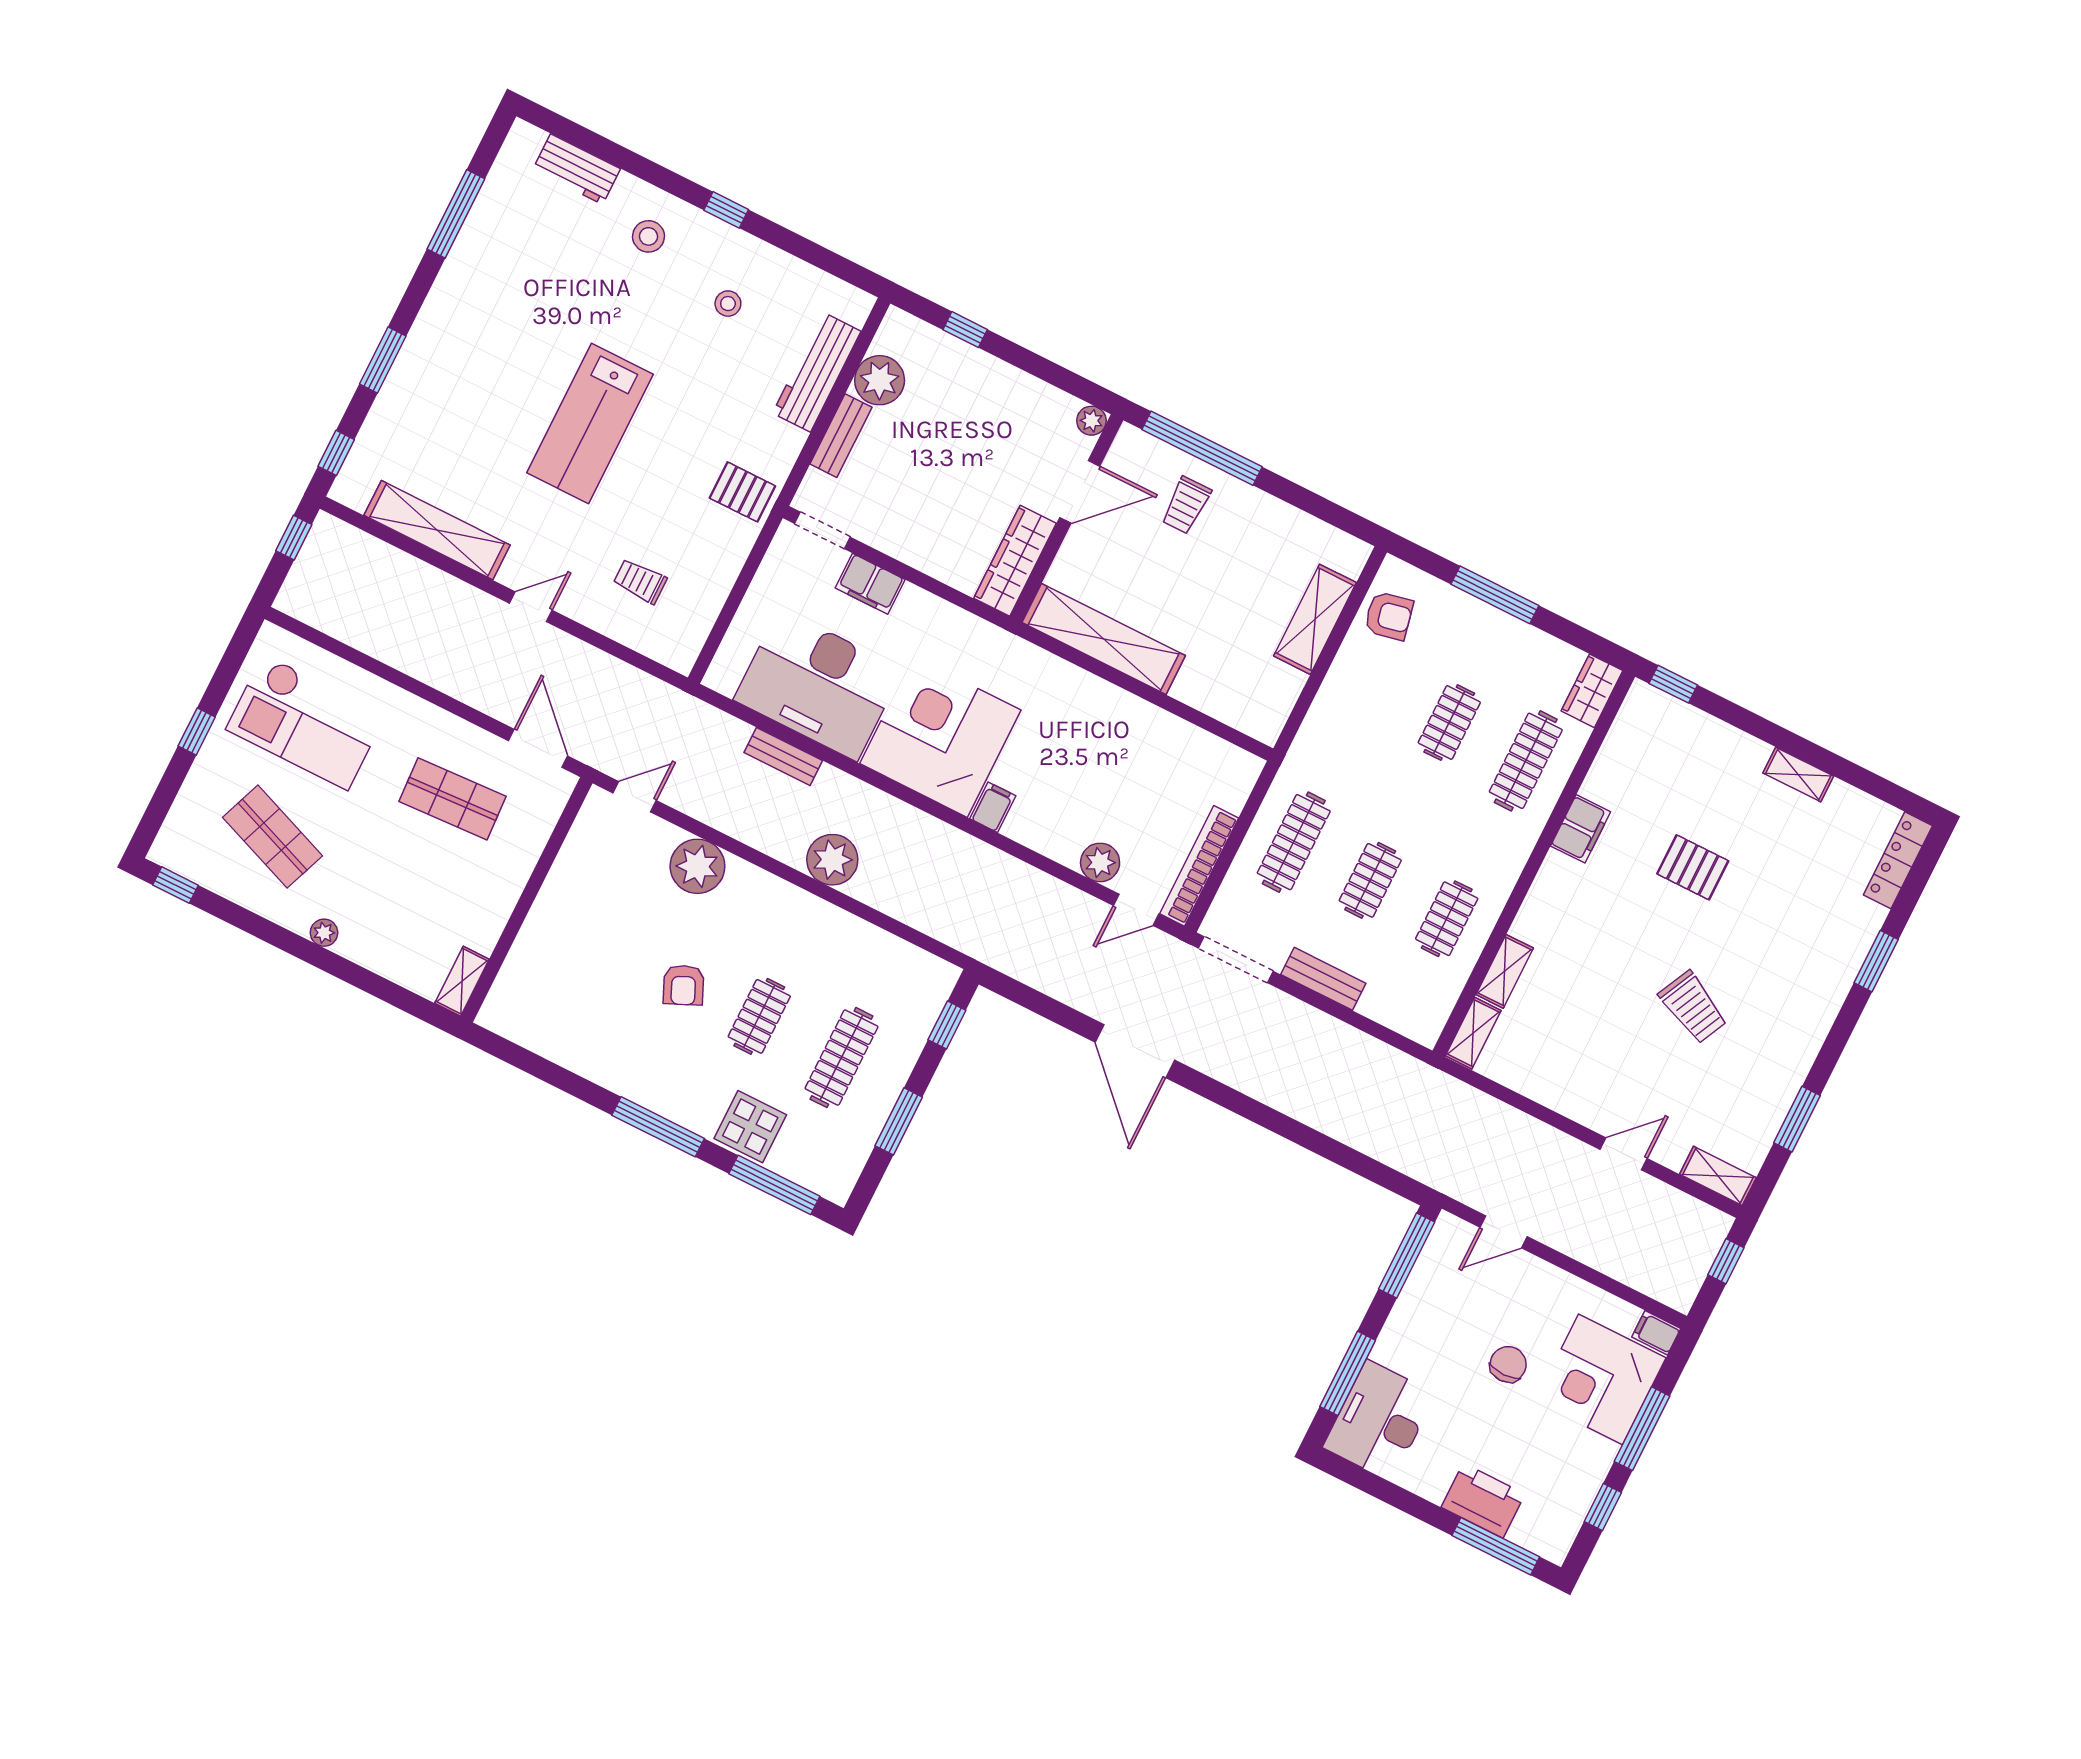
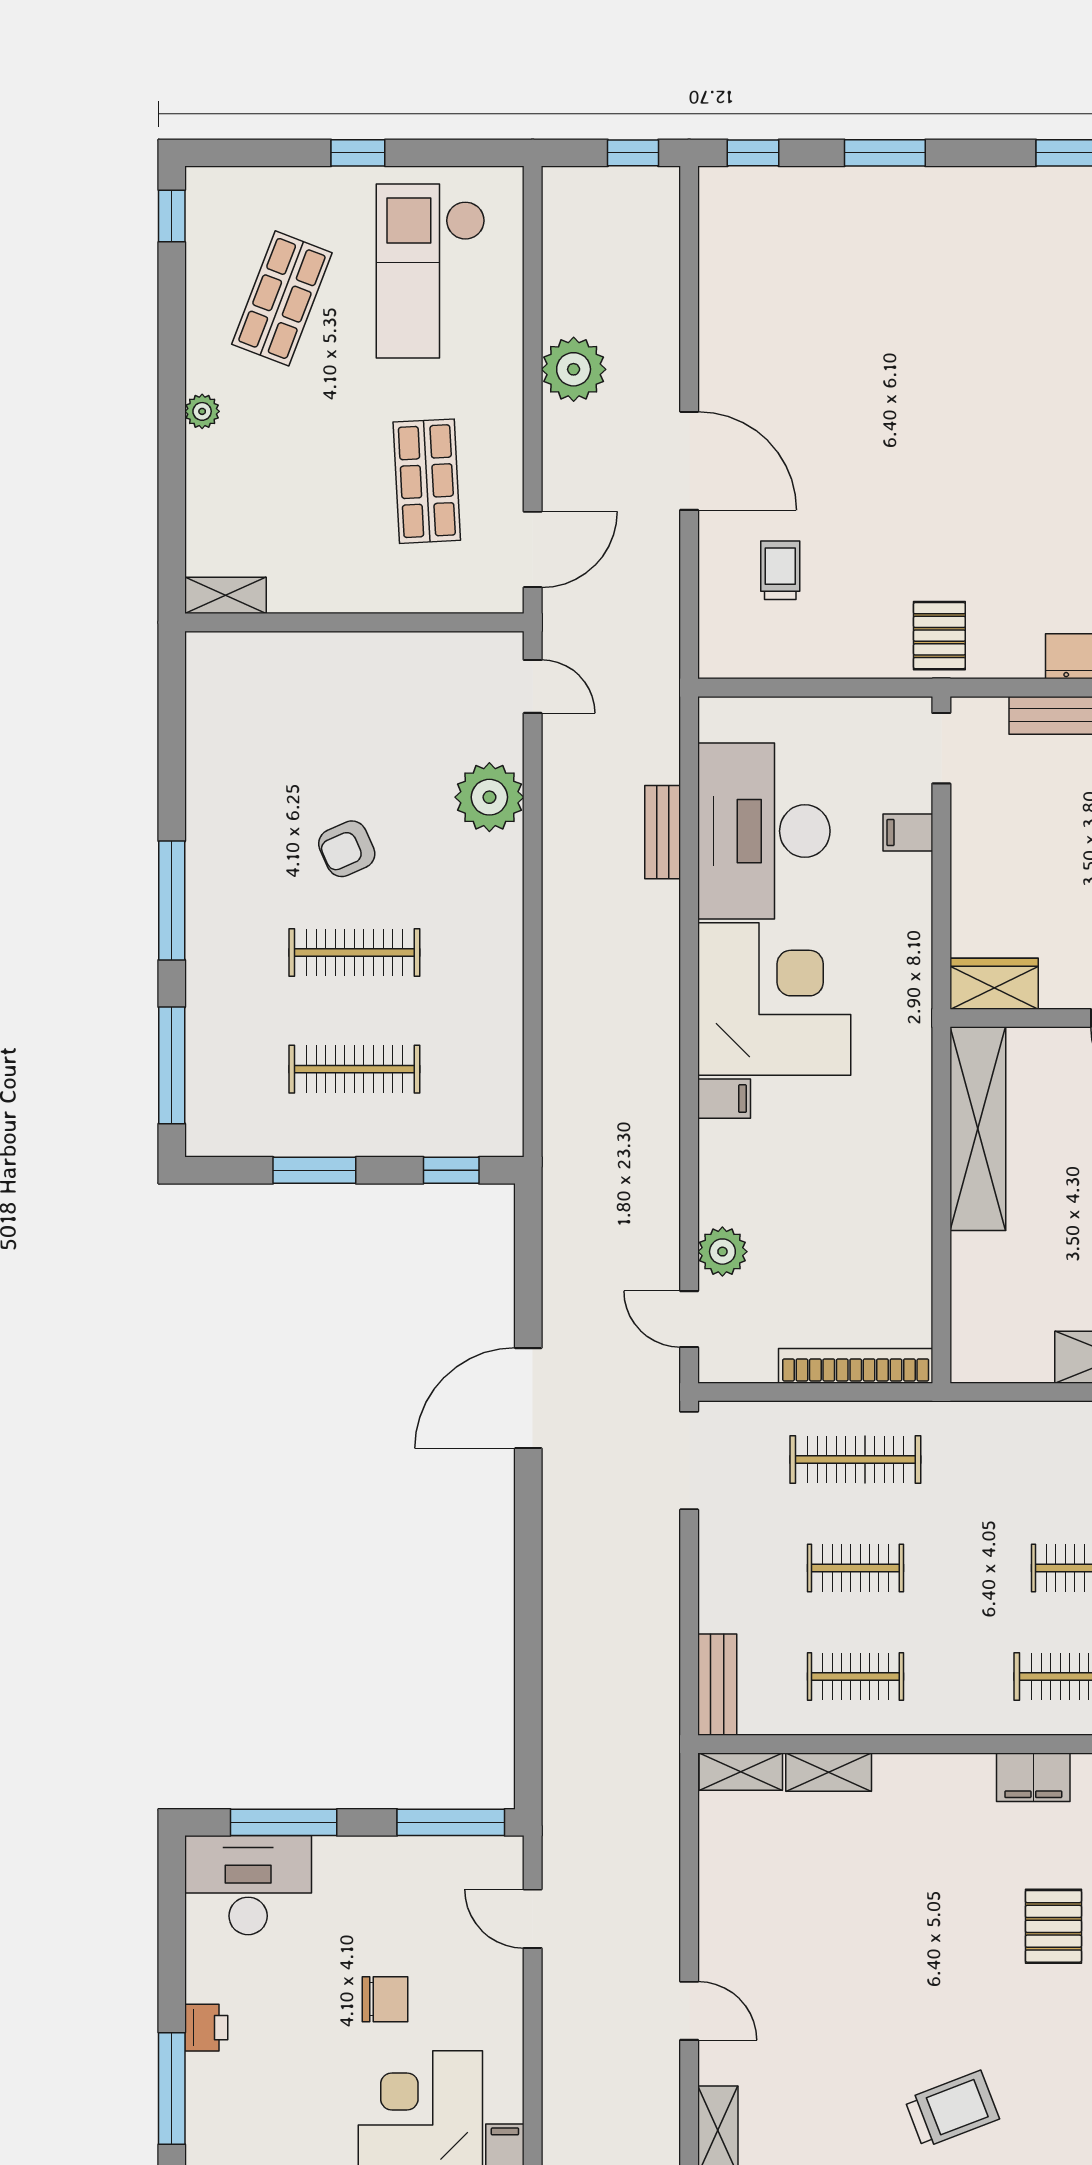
lab bench: (590, 424) -> (930, 424), removed
shelving: (437, 530) -> (723, 311), removed
wardrobe: (1015, 561) -> (994, 984), width x0.67
filing cabinet: (870, 584) -> (908, 833), width x0.50
door: (531, 607) -> (689, 461), width x1.88
plant: (832, 860) -> (574, 369), moved
bookcase: (1199, 866) -> (856, 1366), moved
bench: (1323, 979) -> (717, 1685), moved
trolley: (1693, 1007) -> (952, 2109), moved, turned -137
clothes rail: (759, 1016) -> (354, 952), width x1.36
display table: (750, 1127) -> (224, 1005), removed
printer: (1483, 1500) -> (206, 2028), width x0.53, depth x0.68

